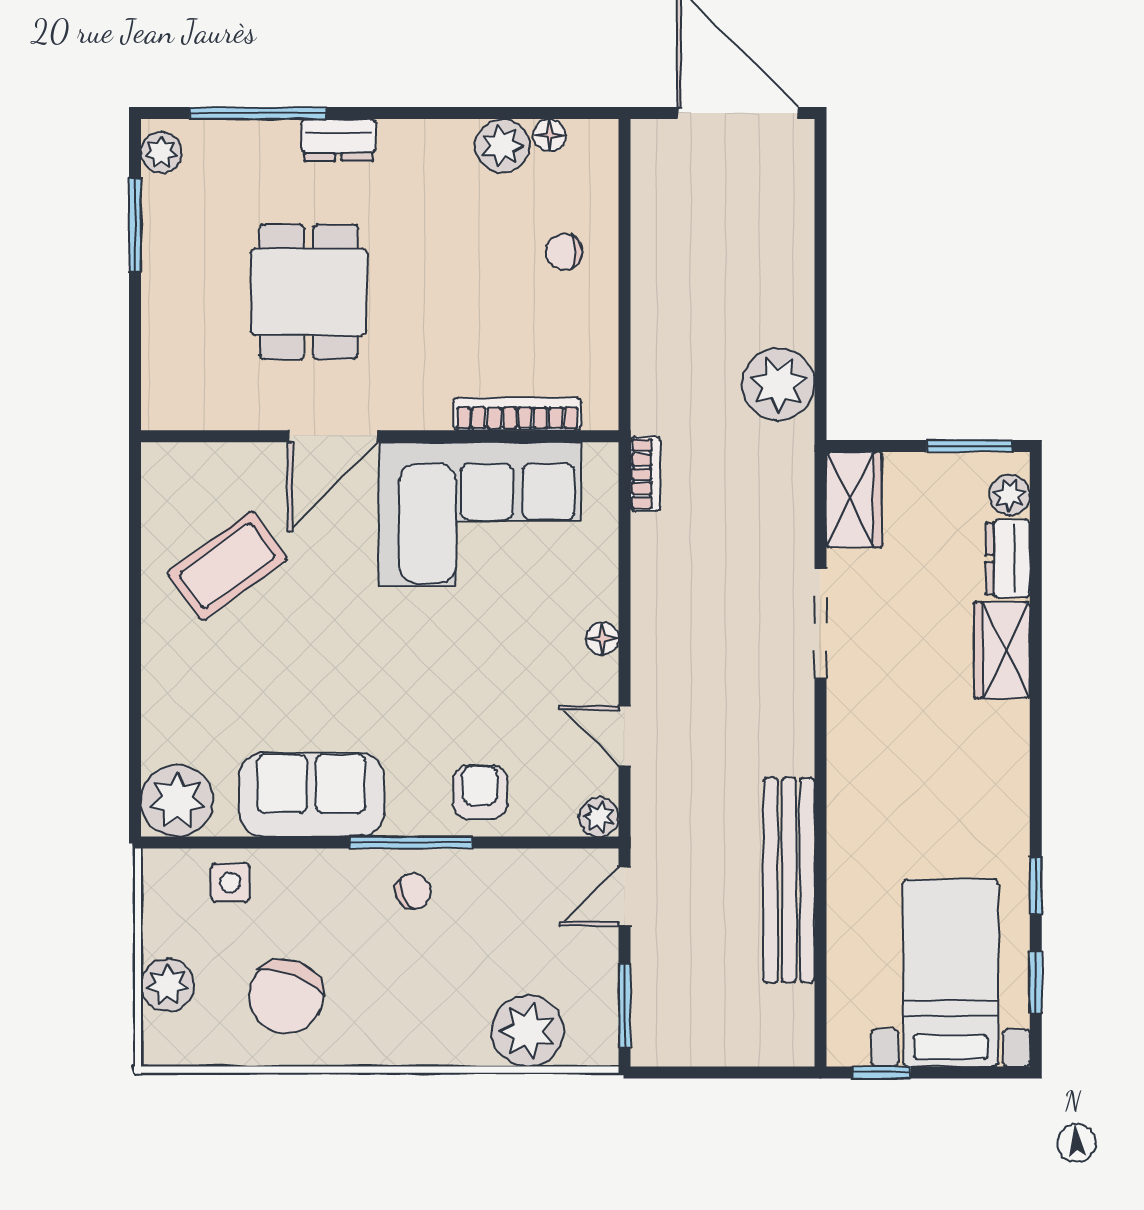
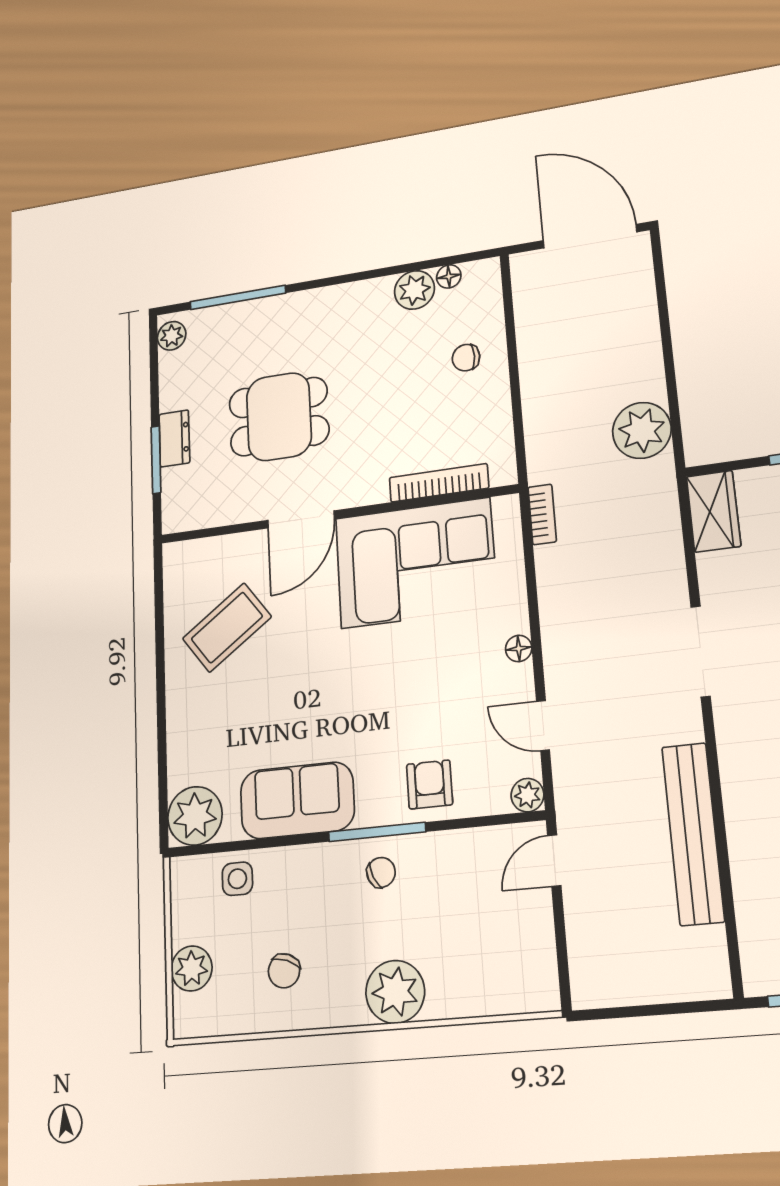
dresser: (338, 140) -> (174, 438), moved, turned -90
window: (135, 225) -> (156, 460), moved
dining table: (309, 292) -> (279, 417), turned 90
doorway: (820, 623) -> (701, 651), moved
chair: (286, 997) -> (284, 971), width x0.54, depth x0.54
window: (625, 1006) -> (562, 957), removed
plant: (528, 1031) -> (395, 992), moved

